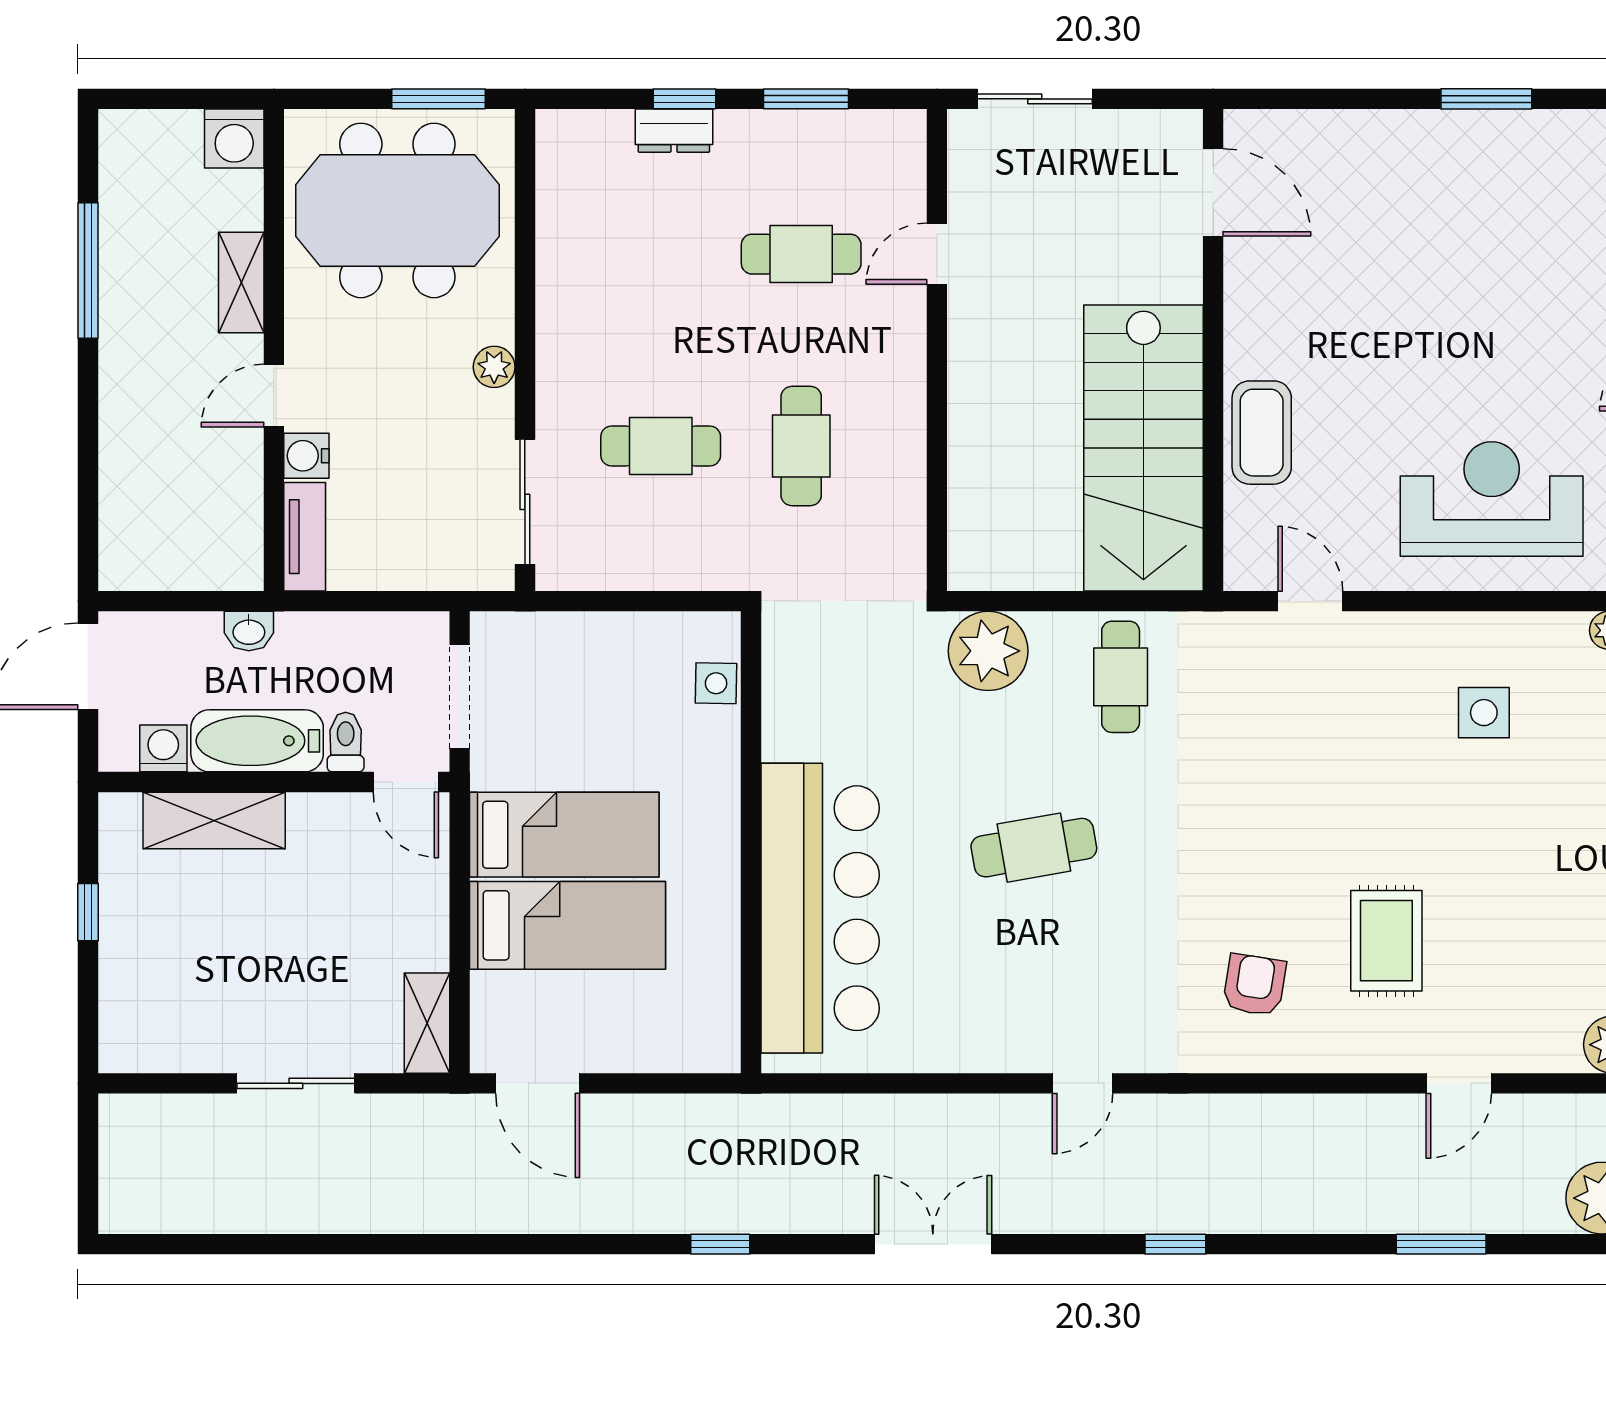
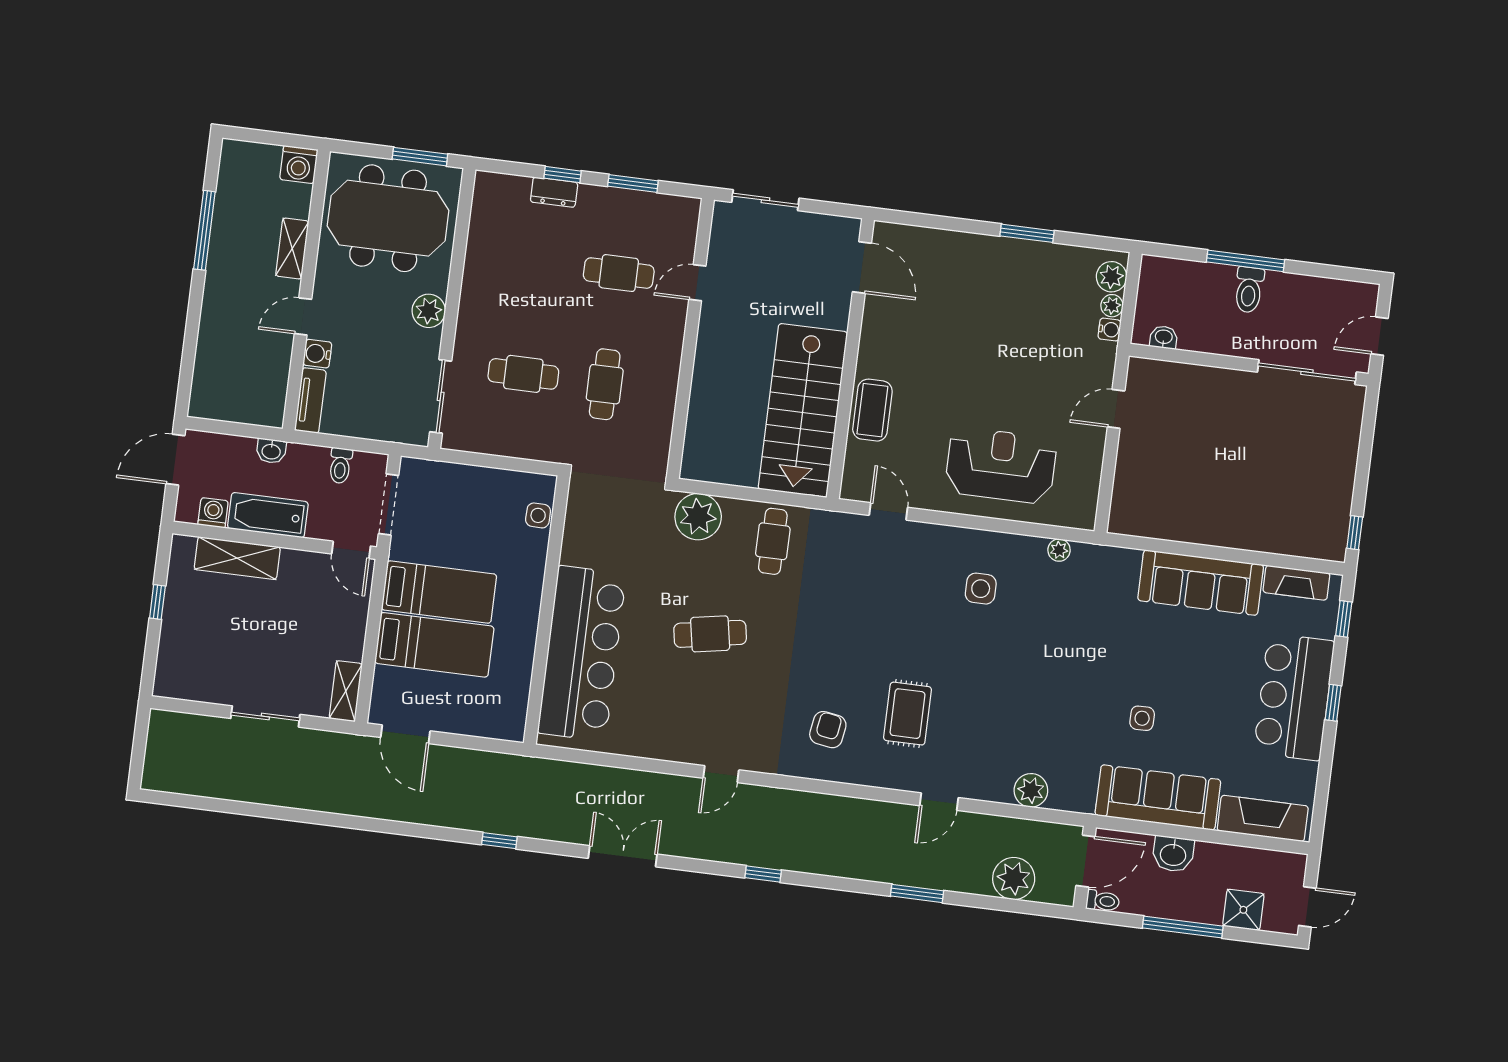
plant: (494, 367) -> (429, 311), width x1.38, depth x1.38
toilet: (346, 742) -> (340, 466), moved, turned 180

